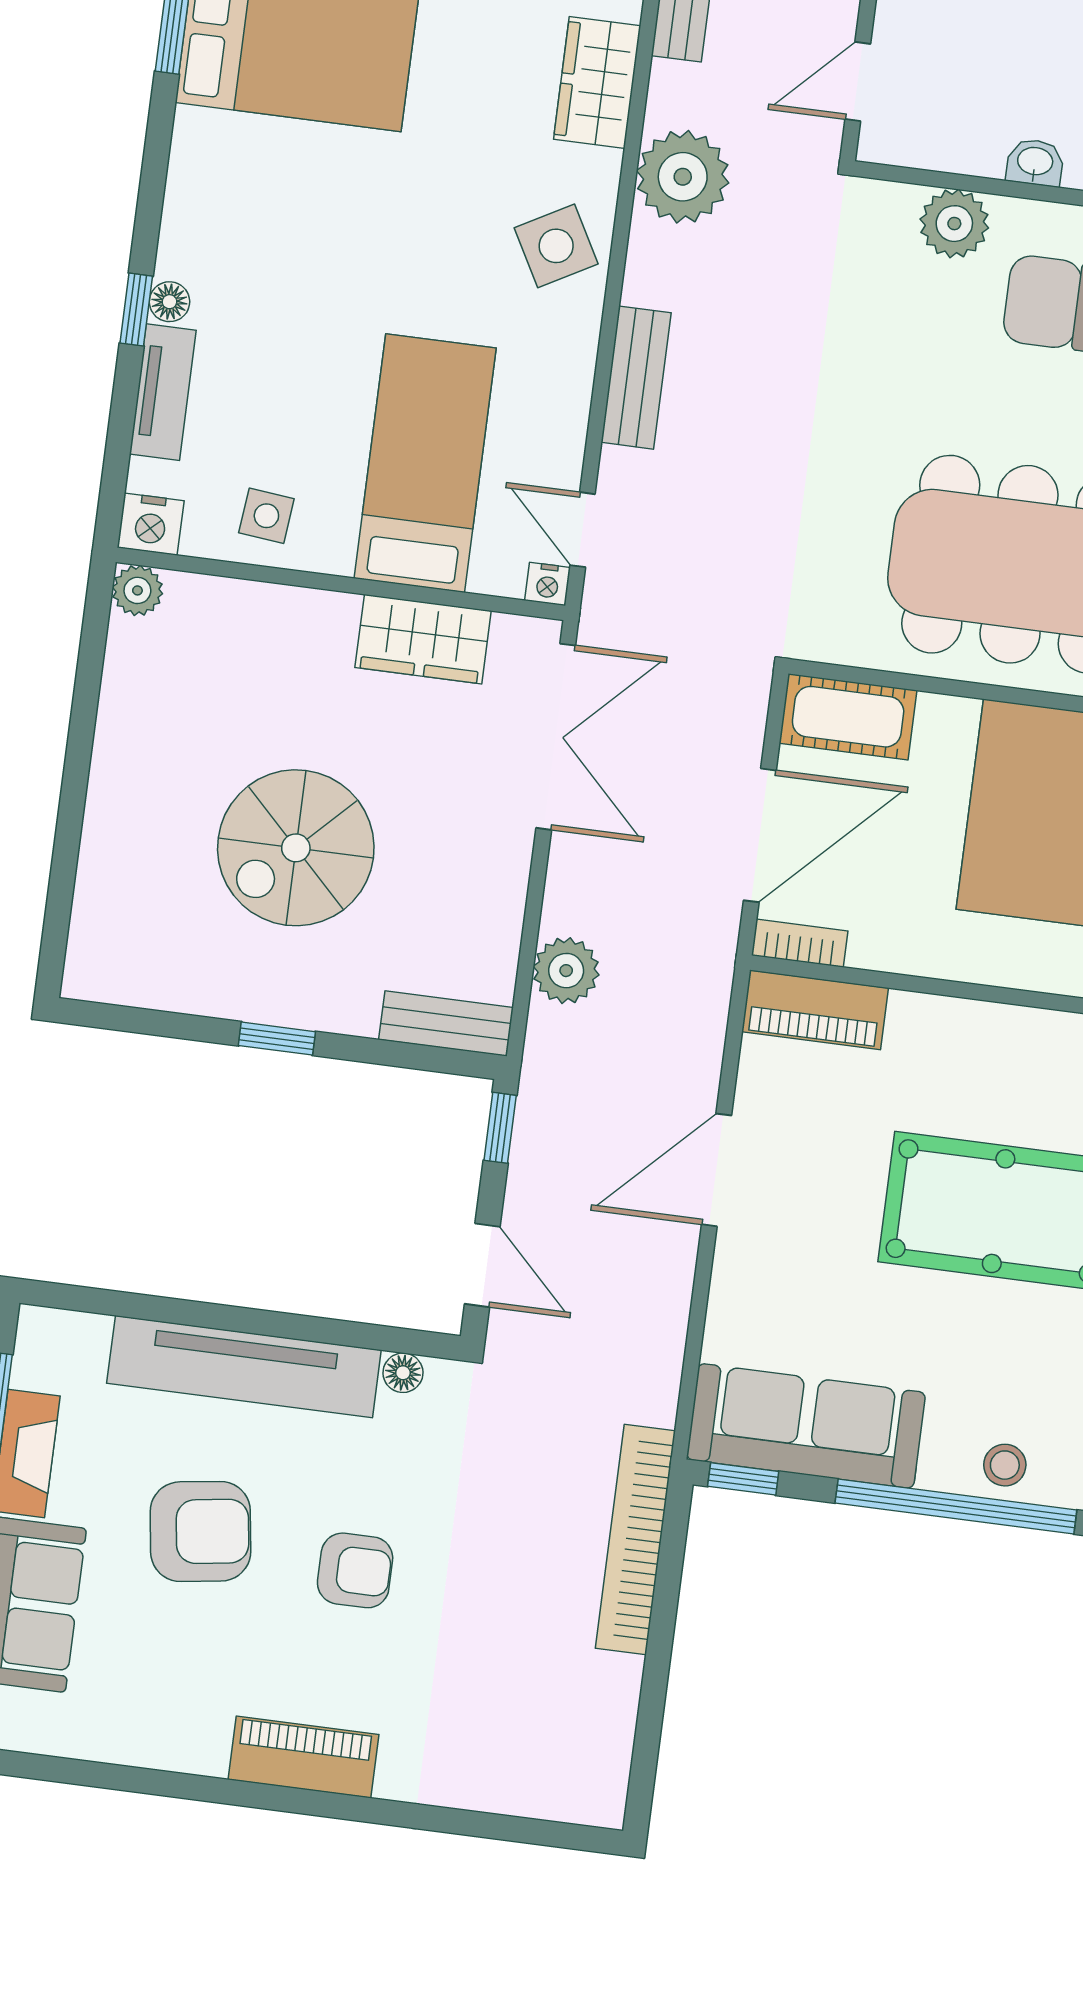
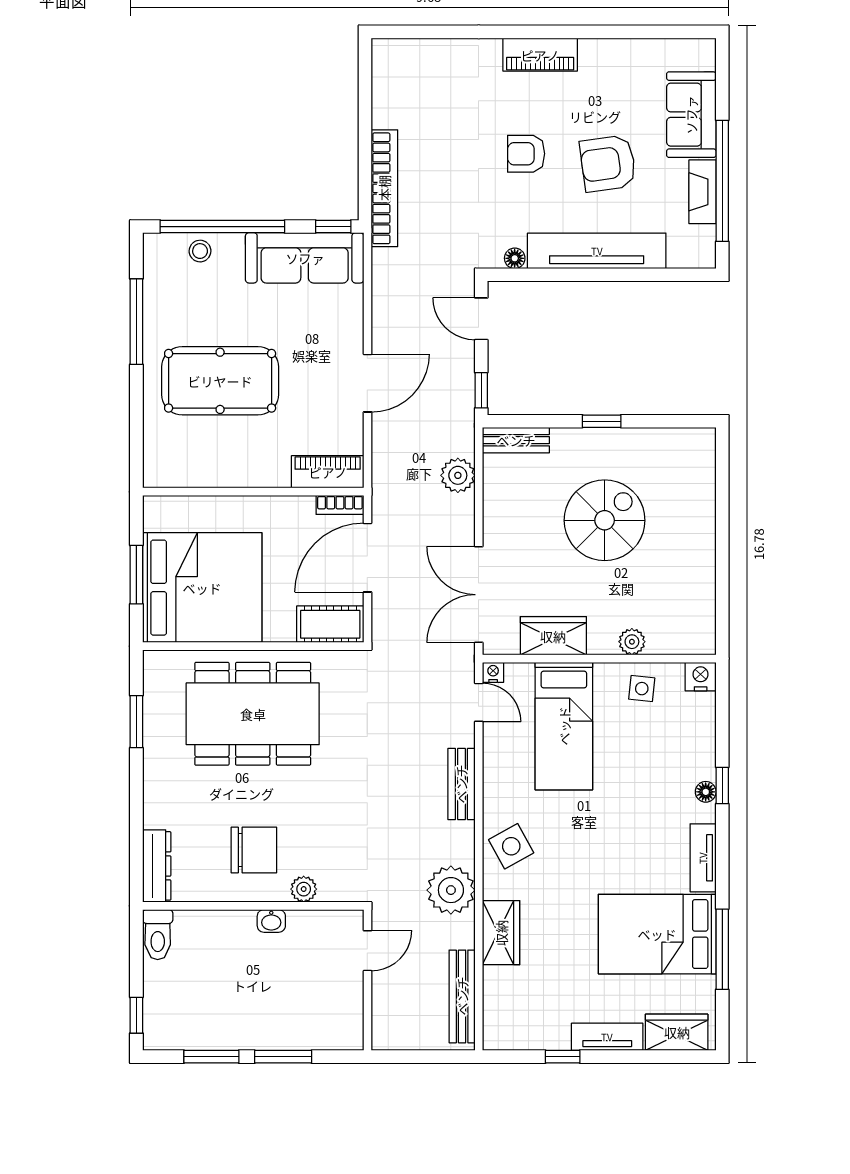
plant: (954, 224) -> (304, 889), width x0.73, depth x0.73
tv unit: (163, 392) -> (703, 858), moved
plant: (137, 590) -> (632, 642), moved

